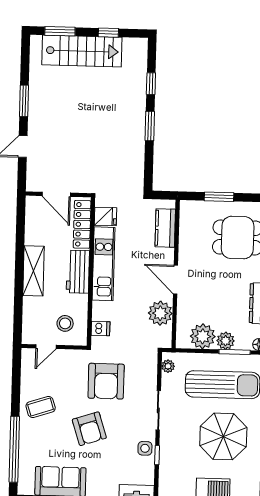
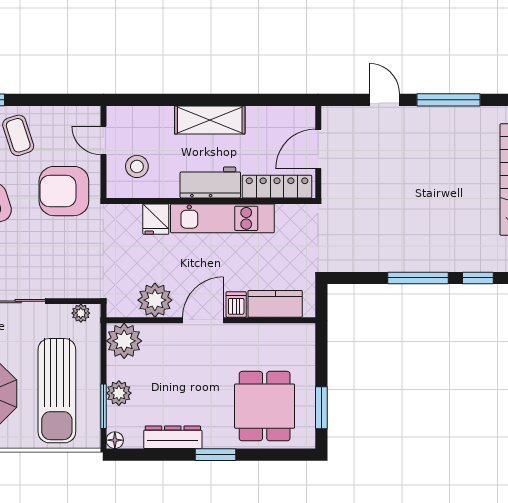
window: (24, 101) -> (449, 100), width x1.44
window: (150, 126) -> (418, 278), width x1.44
window: (219, 197) -> (321, 408), moved
fridge: (105, 217) -> (156, 219), moved
dishwasher: (101, 329) -> (236, 304), moved, turned 180
plant: (203, 336) -> (124, 341), moved
armchair: (106, 381) -> (64, 191), moved

